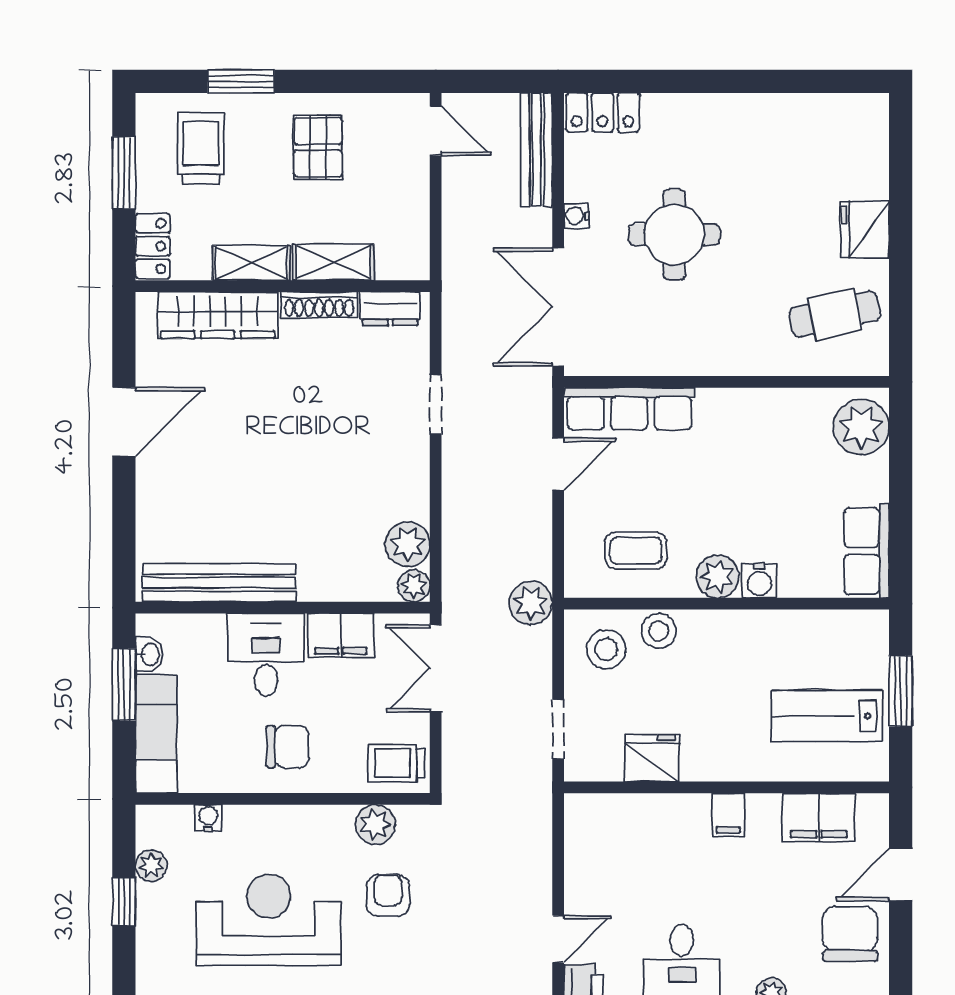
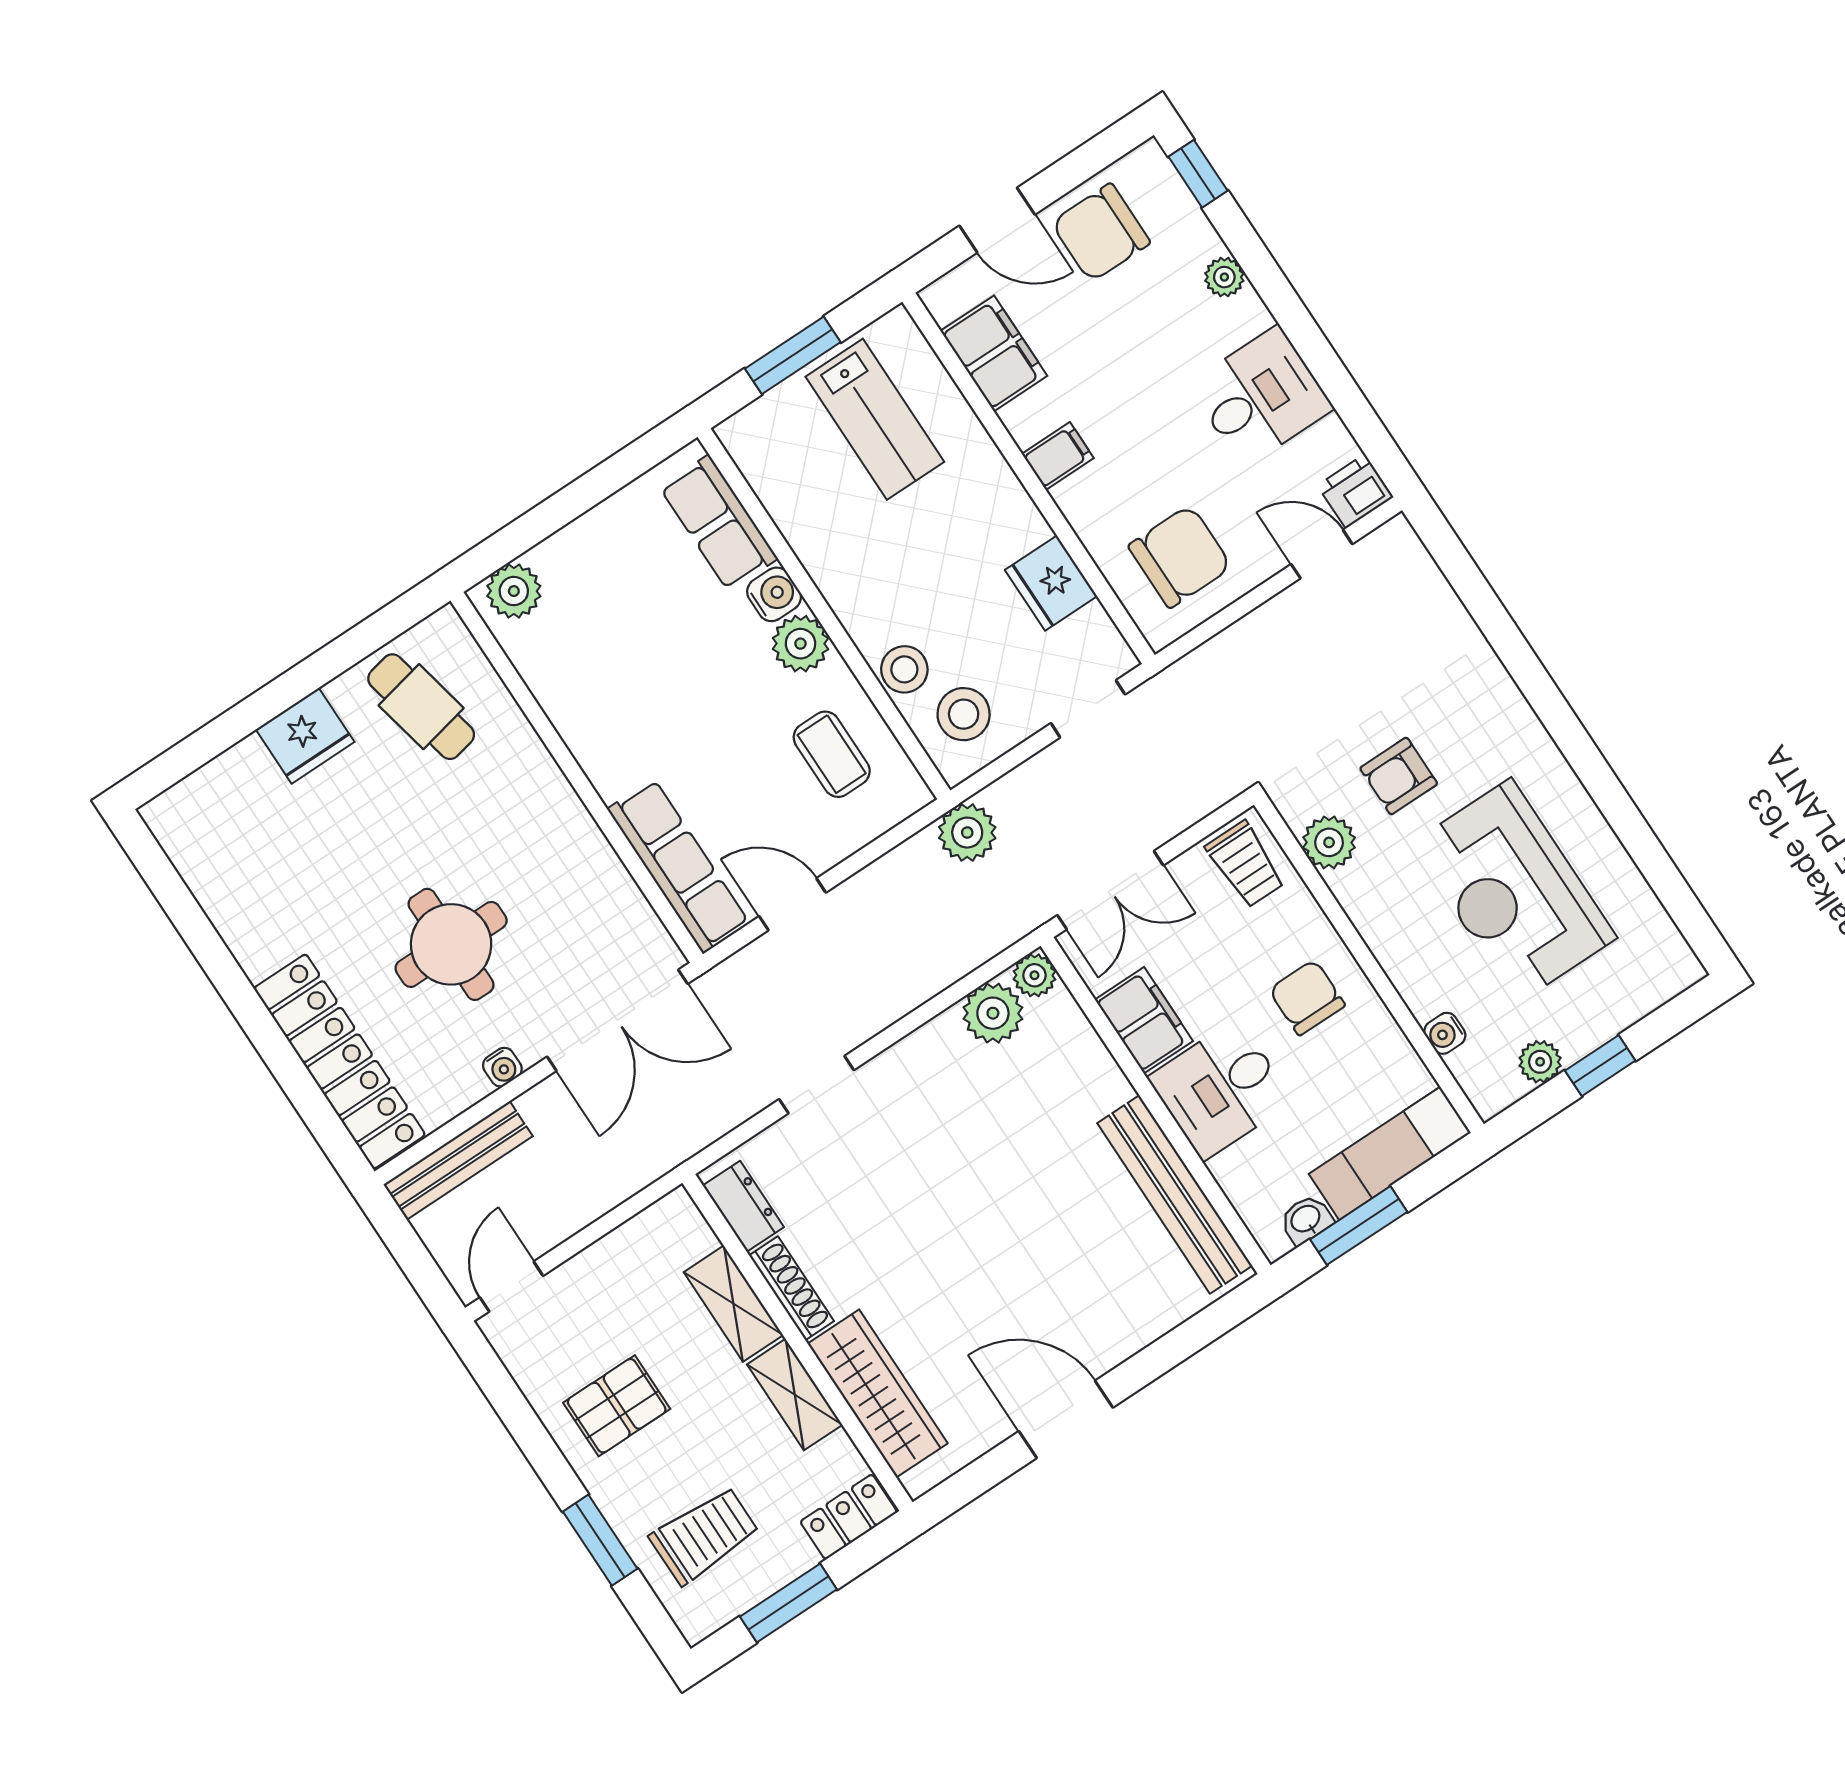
locker: (603, 112) -> (340, 1061), width x2.16, depth x1.21
trolley: (201, 148) -> (704, 1535), turned 180
plant: (861, 427) -> (514, 591), width x0.73, depth x0.73
row of seats: (867, 551) -> (719, 523), moved, turned 90
chair: (615, 850) -> (1180, 556), added

